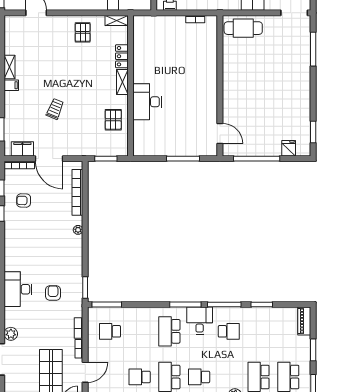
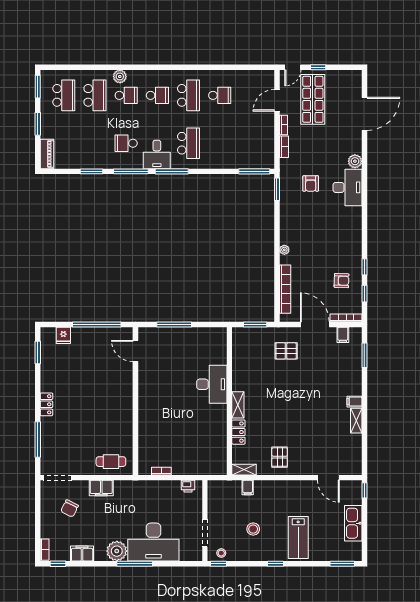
cafe table: (243, 28) -> (111, 462), width x0.73, depth x0.74
locker: (305, 83) -> (46, 404), added
trolley: (55, 109) -> (309, 377), removed
pallet: (113, 120) -> (286, 351), moved, turned 90
filing cabinet: (22, 149) -> (343, 335), width x0.50
school desk: (110, 331) -> (126, 95), moved
plant: (11, 334) -> (355, 161), moved

